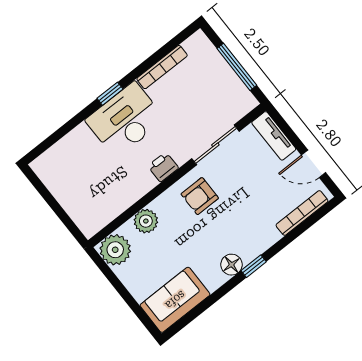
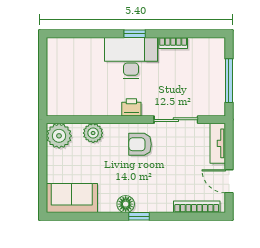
bookcase: (162, 67) -> (173, 43), width x0.64

